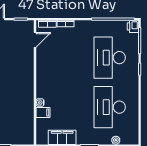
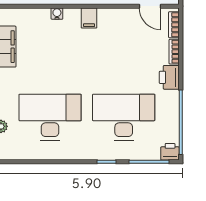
printer: (83, 27) -> (169, 77), added
filing cabinet: (43, 112) -> (89, 18), moved

